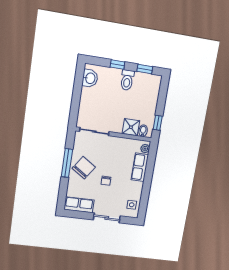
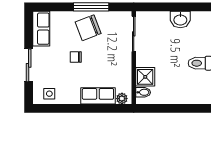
washbasin: (90, 78) -> (180, 20), moved
window: (158, 123) -> (155, 108), removed
chair: (84, 168) -> (88, 28), turned 125

